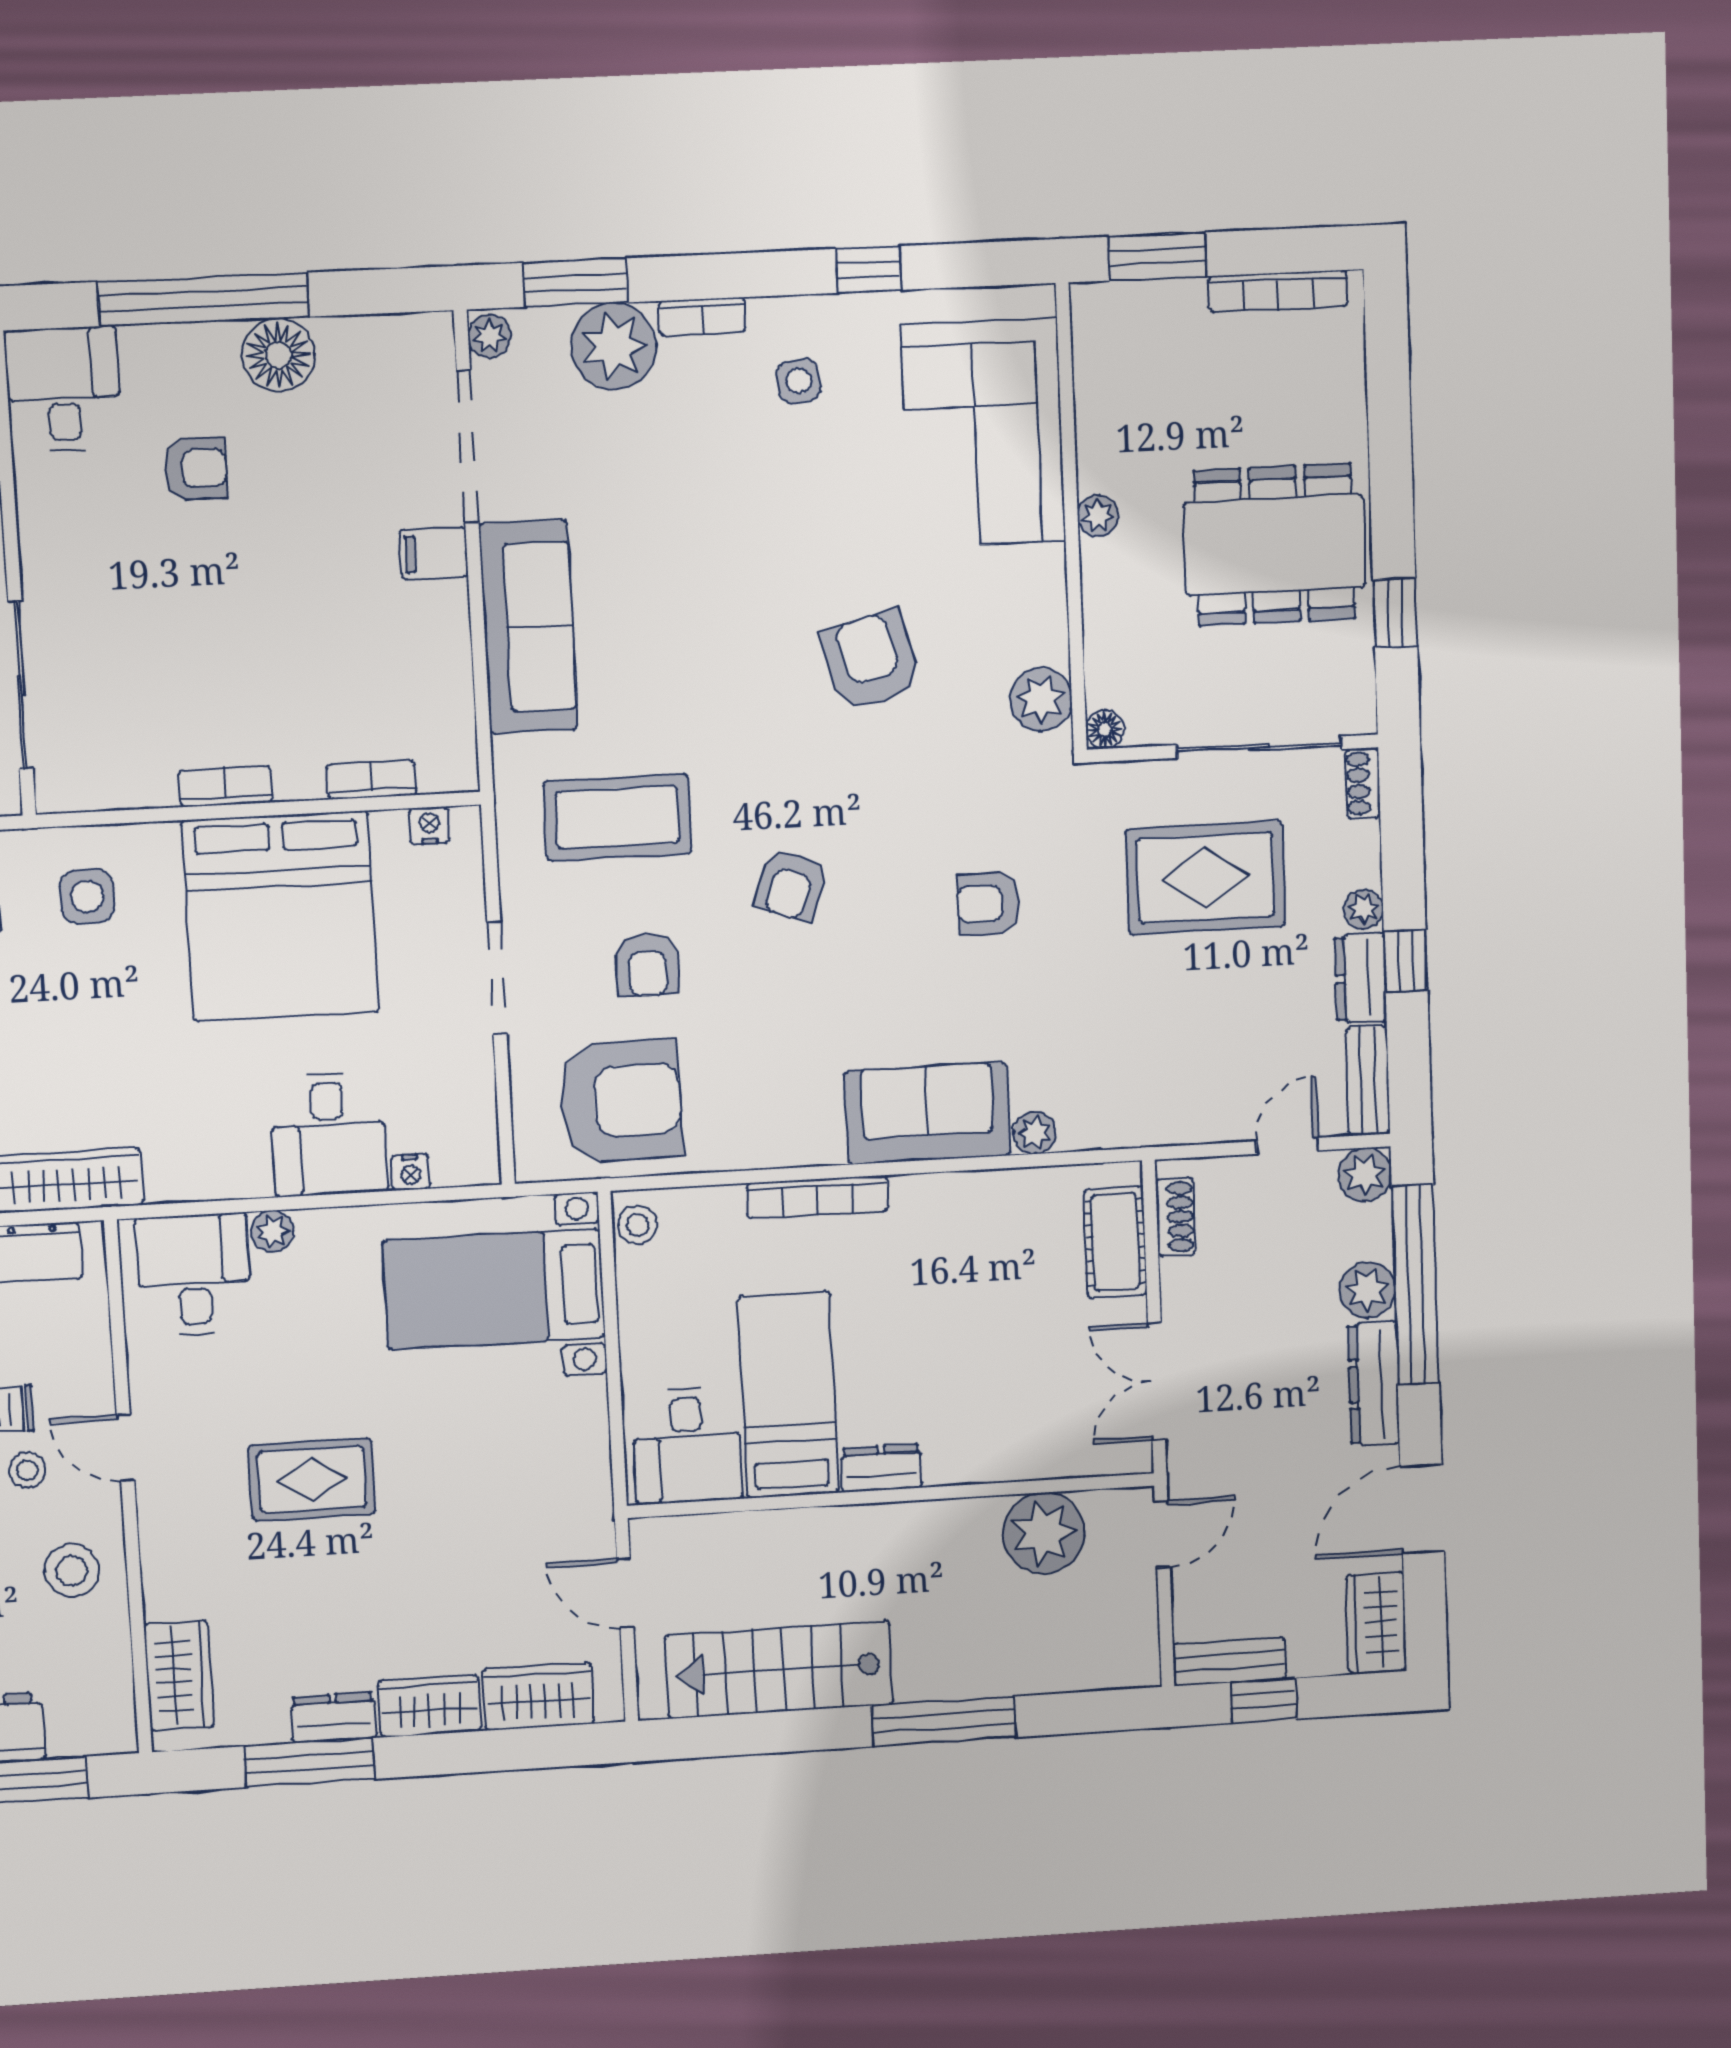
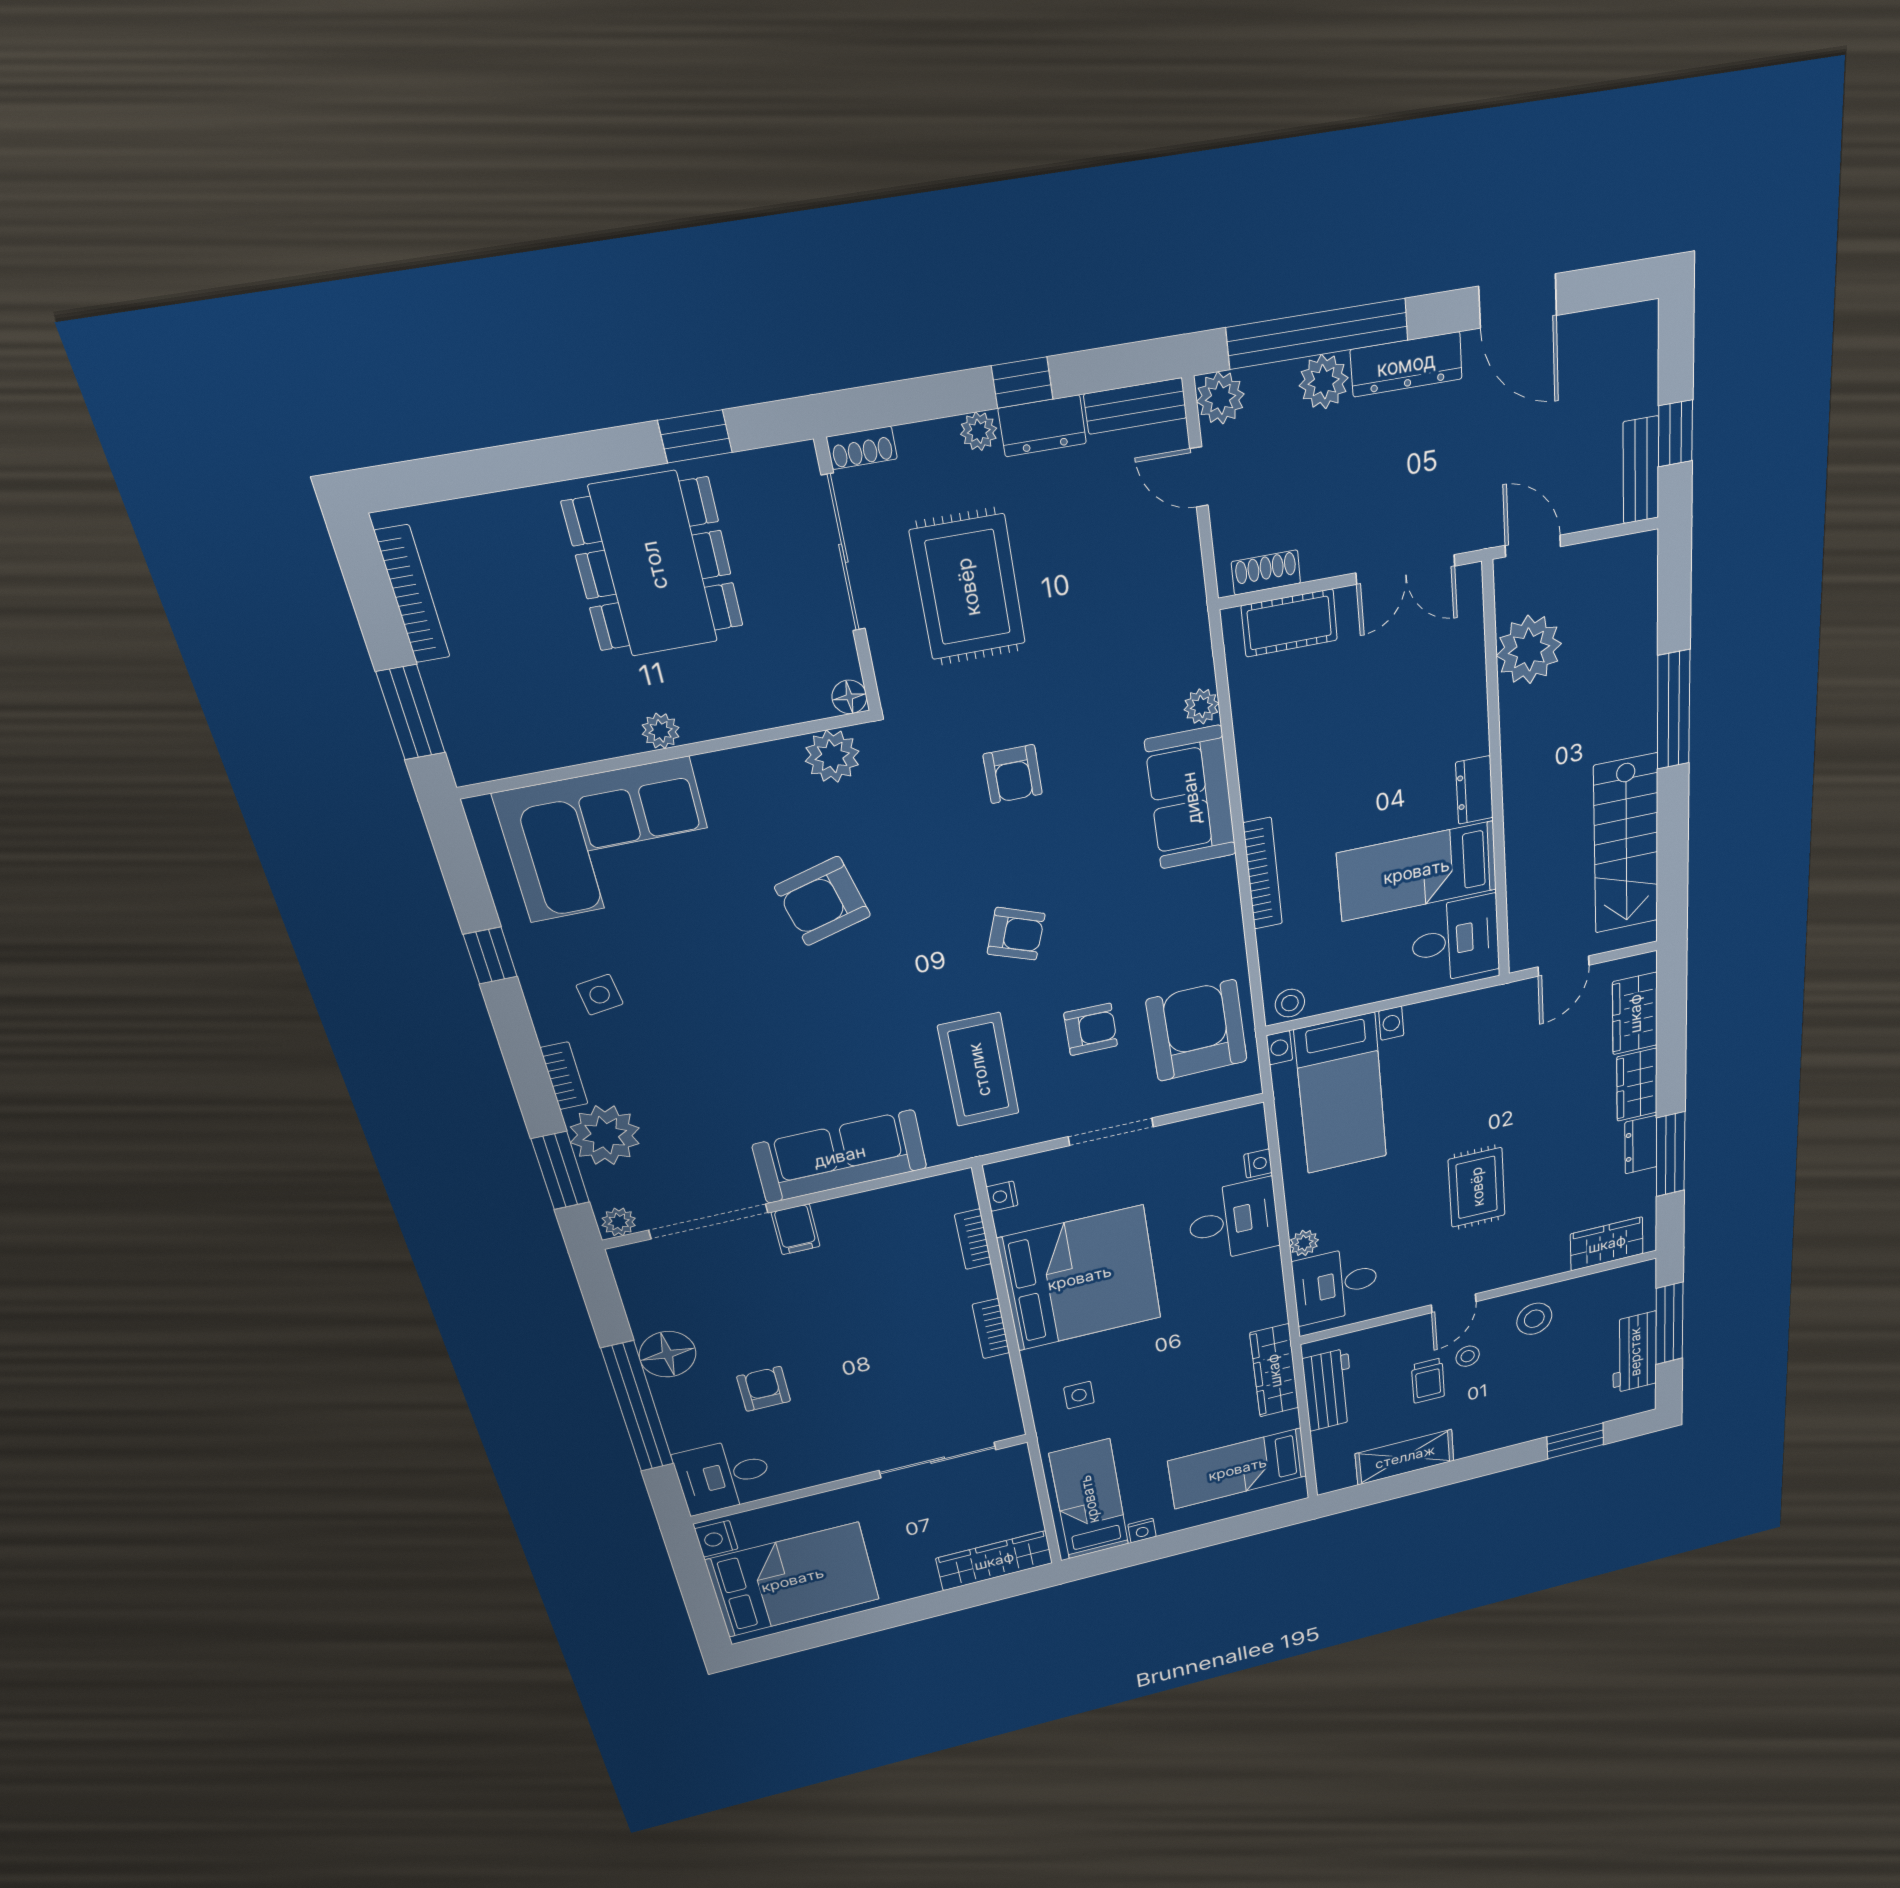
side table: (87, 896) -> (1079, 1395), width x0.73, depth x0.73
wardrobe: (1376, 1622) -> (1615, 334), removed

